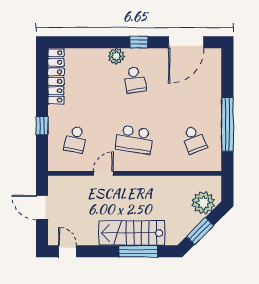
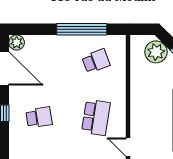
plant: (116, 56) -> (17, 43), moved

